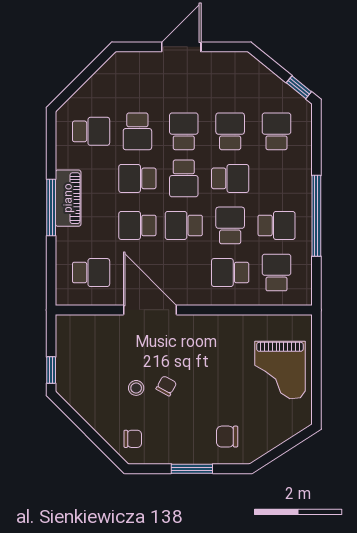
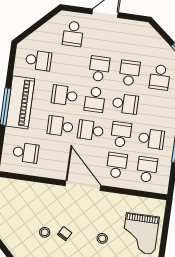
school desk: (137, 131) -> (73, 34), moved
school desk: (277, 131) -> (160, 77), turned 180
piano: (68, 198) -> (20, 102), width x1.37, depth x1.33
school desk: (230, 273) -> (117, 165), turned 90
door: (150, 310) -> (83, 186), moved
stool: (224, 385) -> (102, 238), added

